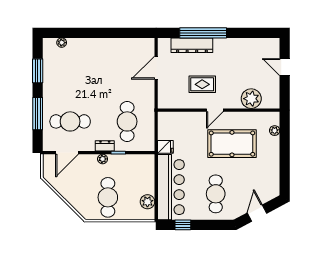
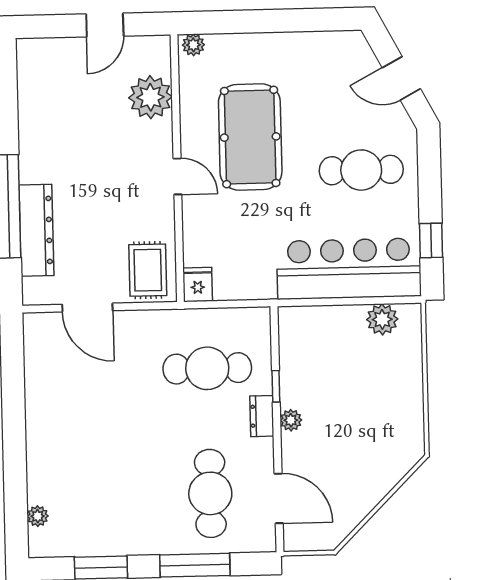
door: (285, 67) -> (105, 25), moved
rug: (202, 84) -> (148, 270), moved
plant: (275, 131) -> (193, 45), moved
fridge: (165, 147) -> (198, 285), moved
cafe table: (108, 197) -> (375, 407), removed

